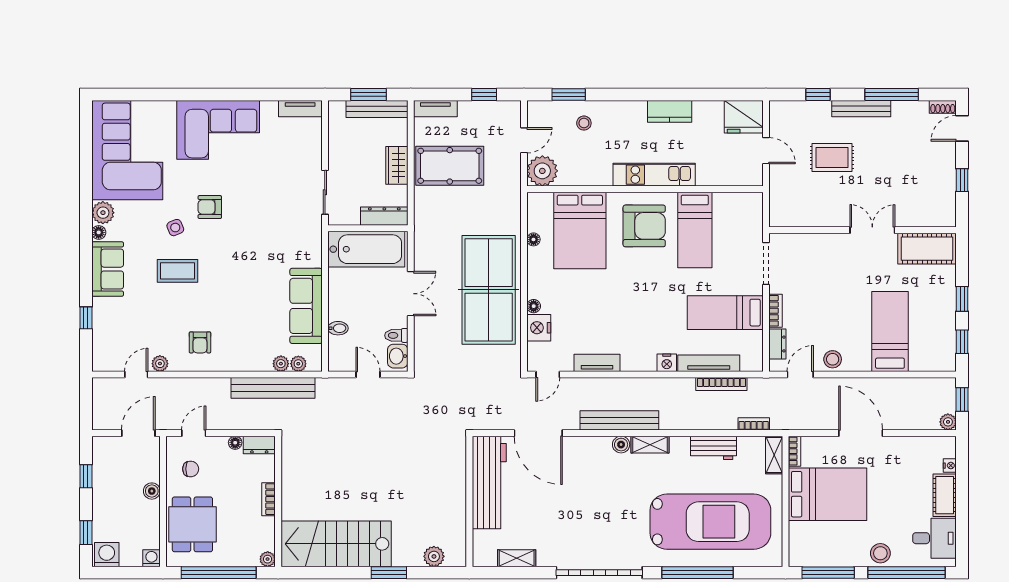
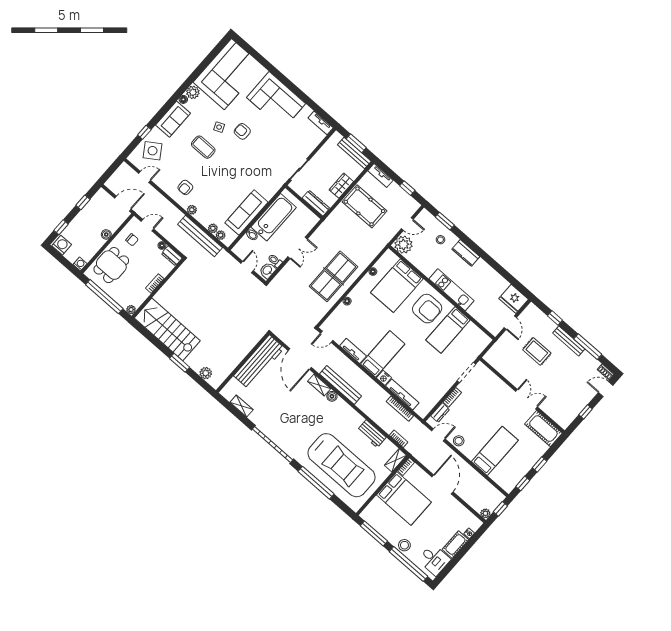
kitchen counter: (670, 111) -> (466, 253), moved
bathtub: (366, 249) -> (274, 217), moved, turned -90
table tennis table: (489, 290) -> (333, 276), width x0.73, depth x0.76
bed: (725, 313) -> (383, 354), moved, turned 90
nightstand: (539, 328) -> (341, 313), removed
side table: (117, 332) -> (153, 151), added
plant: (160, 364) -> (192, 210), moved
shelving: (650, 445) -> (319, 385), moved

